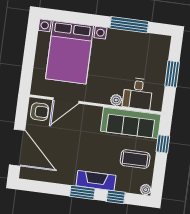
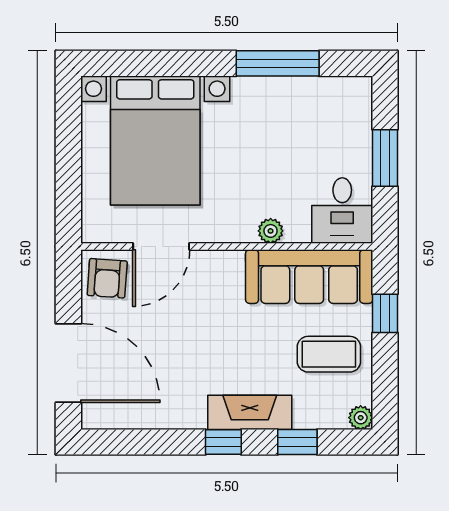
desk: (138, 93) -> (342, 211), moved
armchair: (40, 112) -> (107, 278), turned 94
window: (82, 192) -> (223, 442), width x0.67

